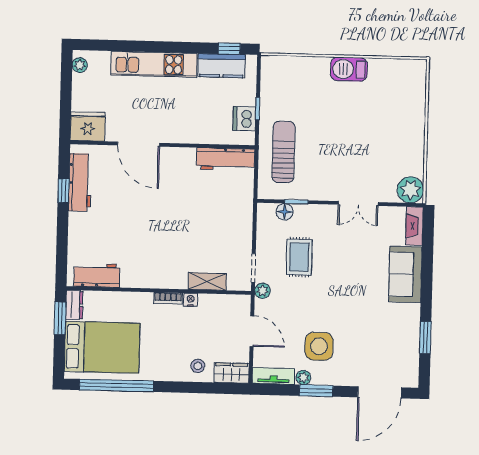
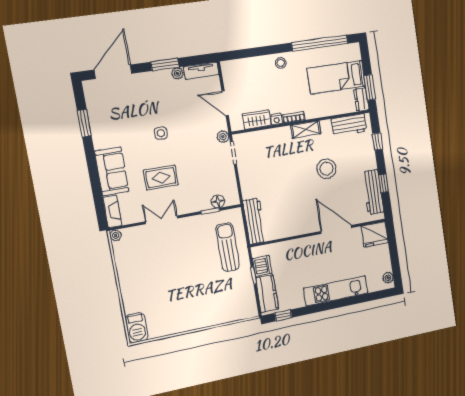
kitchen counter: (222, 66) -> (267, 293), moved, turned 90
barbecue: (349, 69) -> (137, 328), moved, turned 90
sun lounger: (283, 152) -> (228, 247), turned 180
workbench: (226, 159) -> (255, 221), moved, turned 90
plant: (410, 190) -> (116, 235), width x0.53, depth x0.53
stool: (137, 225) -> (326, 169), added
window: (62, 247) -> (378, 141), added
rug: (299, 257) -> (161, 178), moved, turned 90
shelving: (207, 281) -> (306, 130), moved
side table: (319, 346) -> (161, 133), moved, width x0.54, depth x0.54
bed: (102, 347) -> (337, 77), width x0.67
stool: (198, 366) -> (281, 63), moved
wardrobe: (232, 373) -> (257, 120), moved, turned 180

